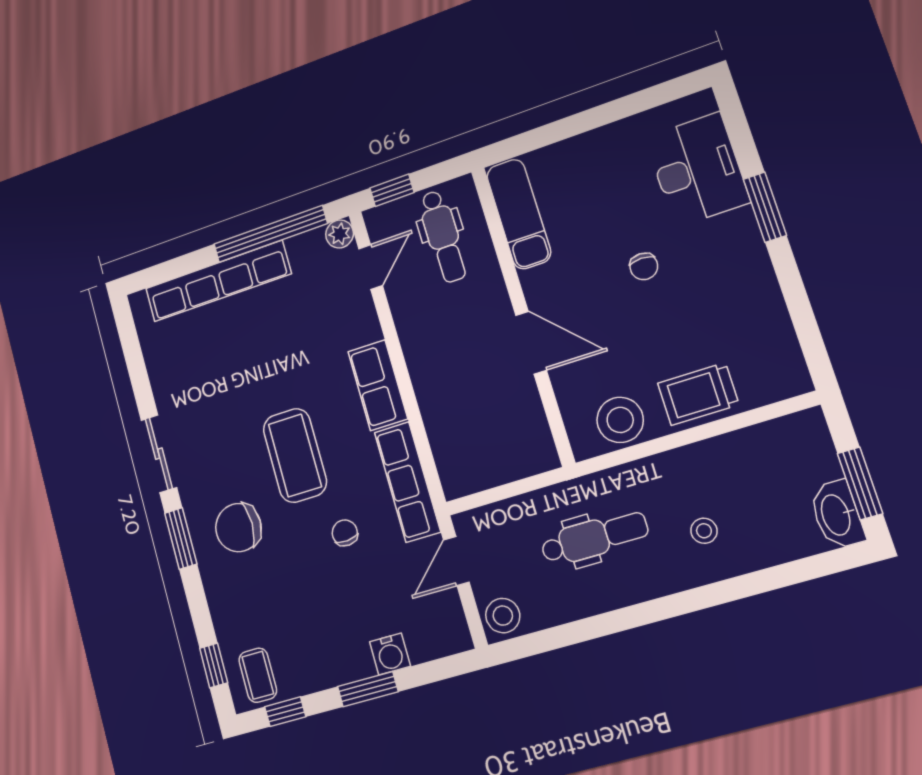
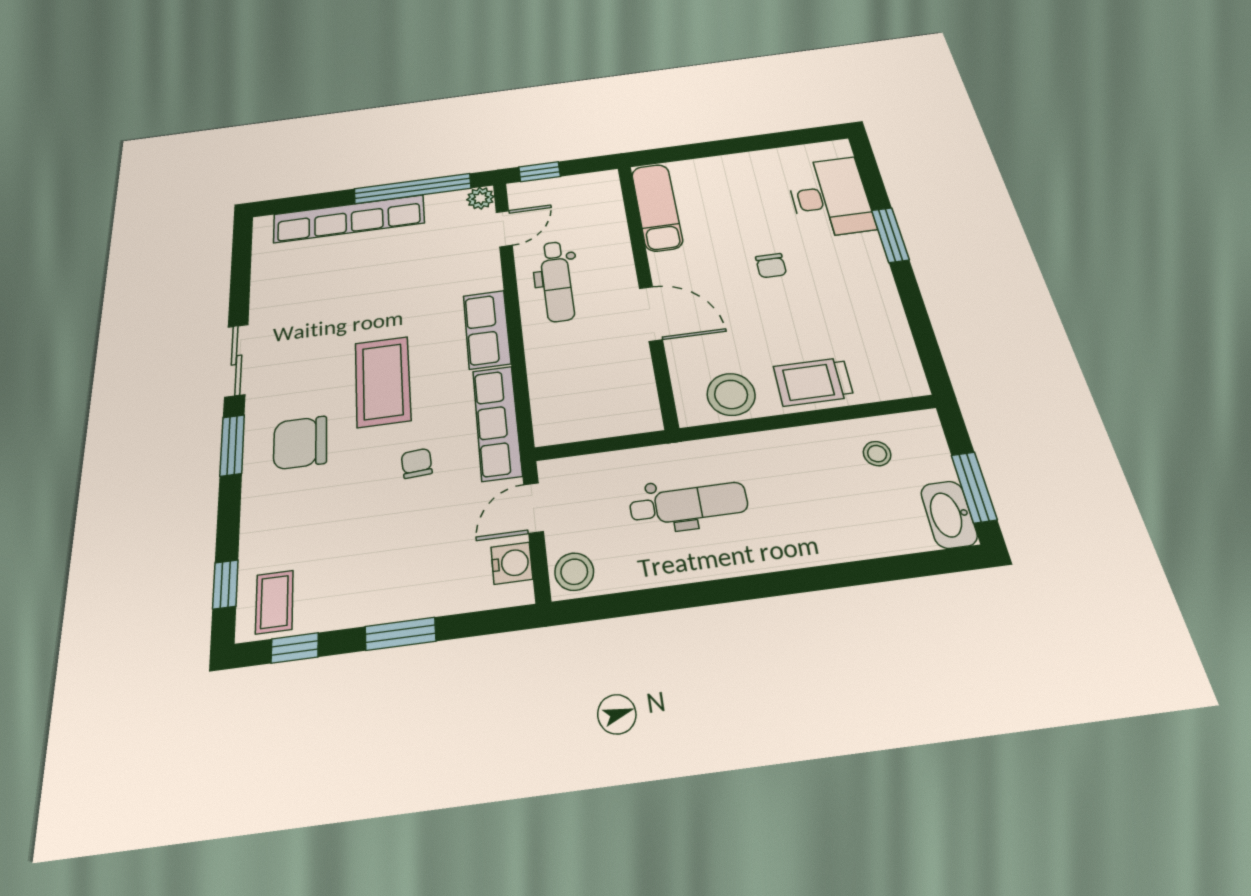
dental chair: (443, 236) -> (557, 281), moved
stool: (704, 531) -> (877, 454), moved
water cooler: (390, 654) -> (512, 563), moved, turned -90

